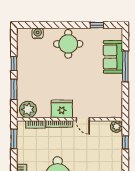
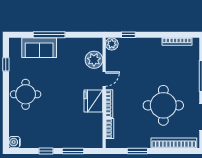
water cooler: (38, 33) -> (15, 142), moved
plant: (28, 109) -> (94, 60), moved
window: (14, 139) -> (137, 151), moved

